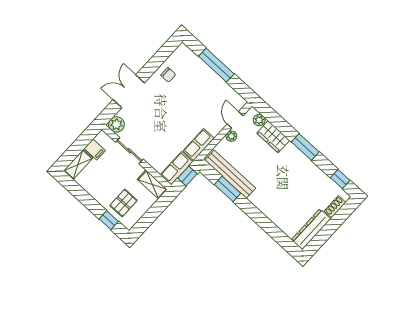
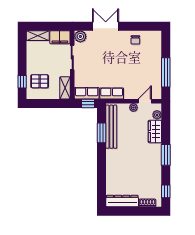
window: (216, 65) -> (166, 72), moved
filing cabinet: (95, 149) -> (60, 37), width x2.00

